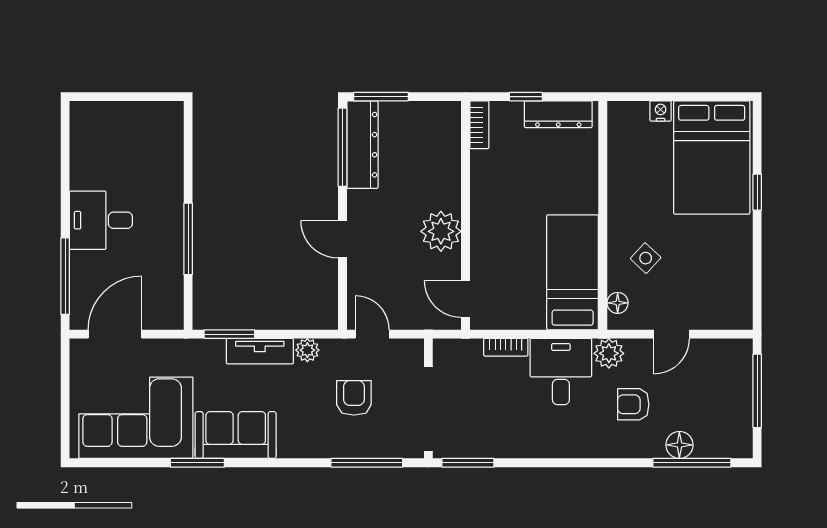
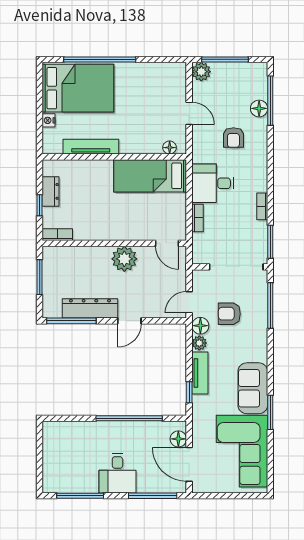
window: (381, 97) -> (40, 277), moved
dresser: (558, 114) -> (51, 191), width x0.70
dresser: (362, 145) -> (90, 308), moved
window: (65, 161) -> (80, 496), added
tv unit: (619, 178) -> (91, 147), added
window: (757, 192) -> (100, 59), width x3.17
window: (188, 239) -> (129, 418), width x1.46
side table: (646, 258) -> (141, 130), removed
door: (465, 299) -> (167, 243), hinge flipped
floor lamp: (155, 317) -> (178, 439), added
window: (229, 334) -> (189, 392), width x0.67
floor lamp: (335, 352) -> (200, 326), added
plant: (609, 353) -> (201, 72), moved
bookcase: (524, 450) -> (262, 206), added

